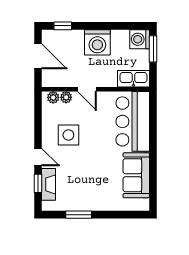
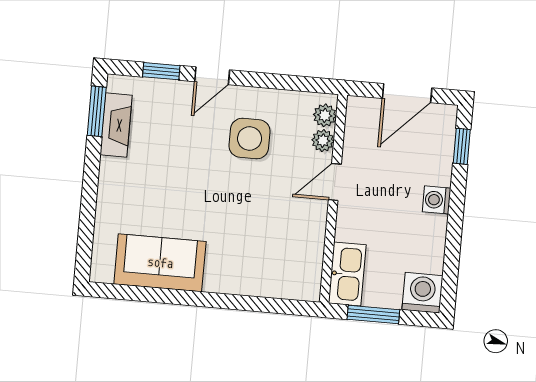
washing machine: (97, 42) -> (437, 200), width x0.53, depth x0.53
window: (153, 49) -> (373, 315), moved
bar counter: (133, 121) -> (265, 265), removed
fireplace: (49, 184) -> (116, 125), moved, turned -90
window: (79, 215) -> (97, 111), moved

